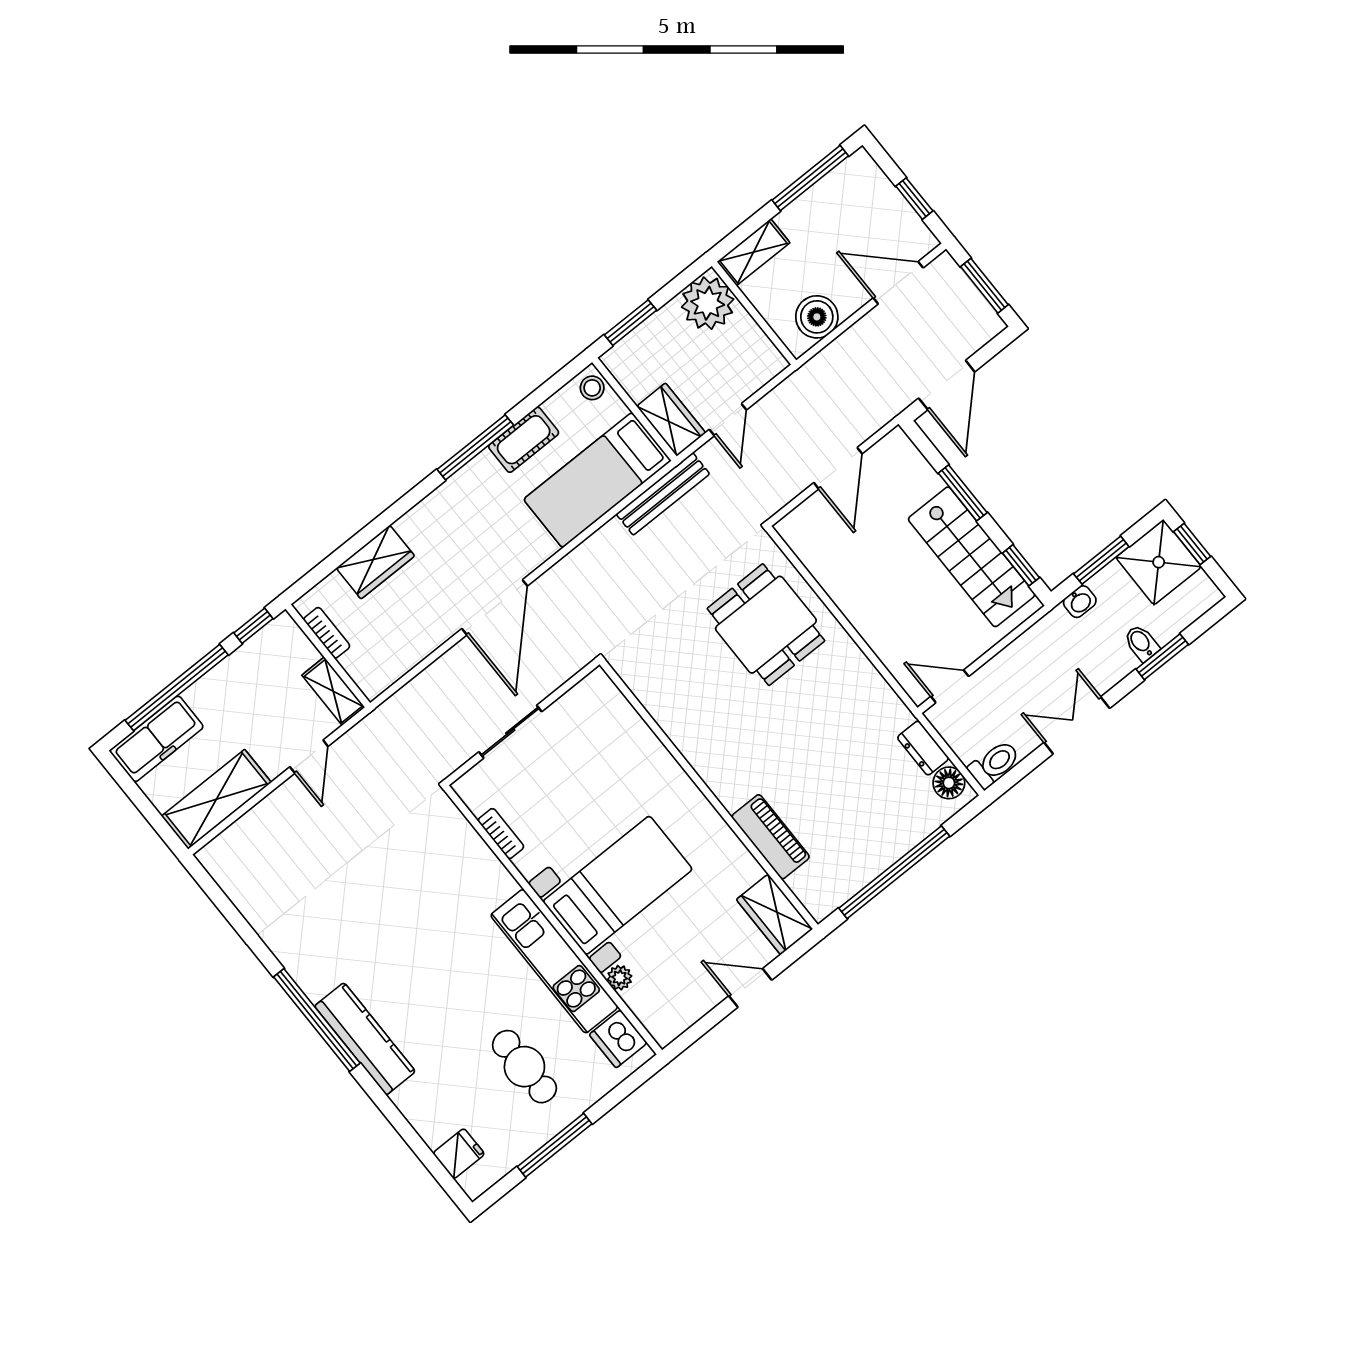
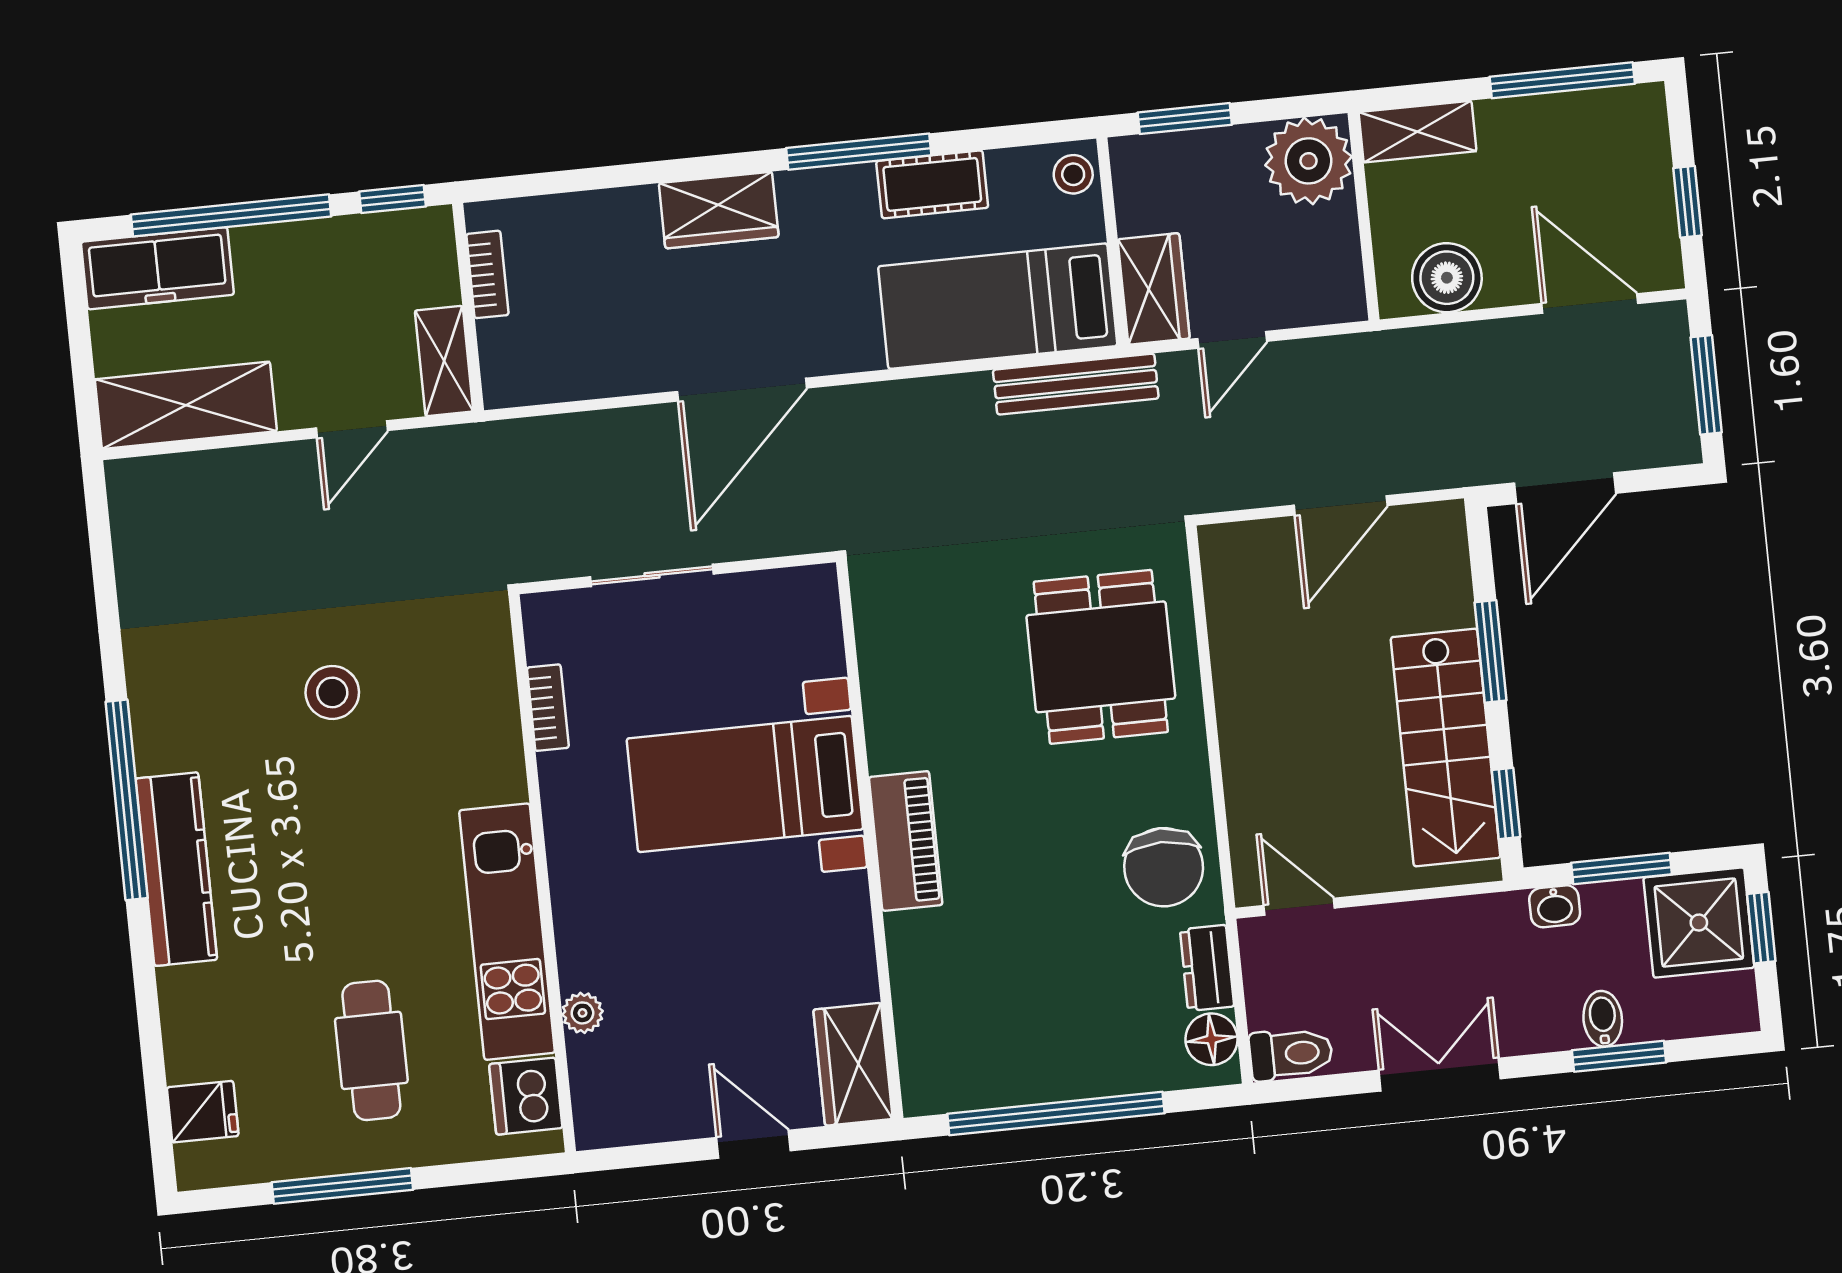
wardrobe: (375, 562) -> (719, 210), moved
chair: (868, 711) -> (1164, 867), added
piano: (771, 837) -> (906, 841), moved
bed with nightstands: (618, 885) -> (745, 784), moved, turned 180
stool: (386, 897) -> (332, 692), added

